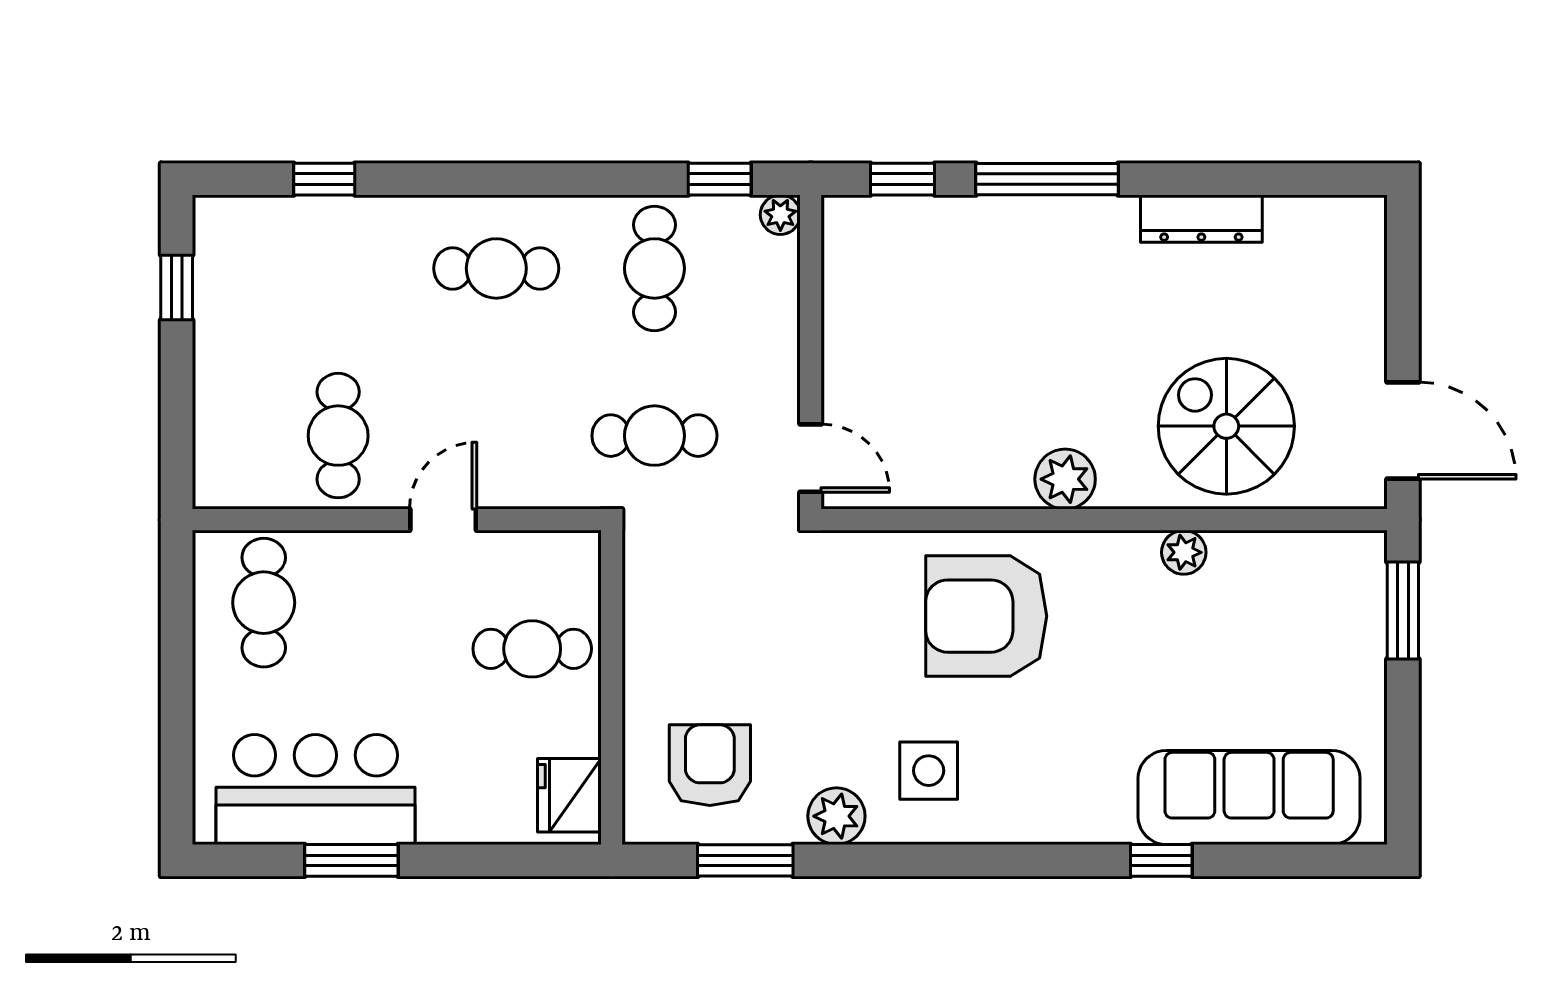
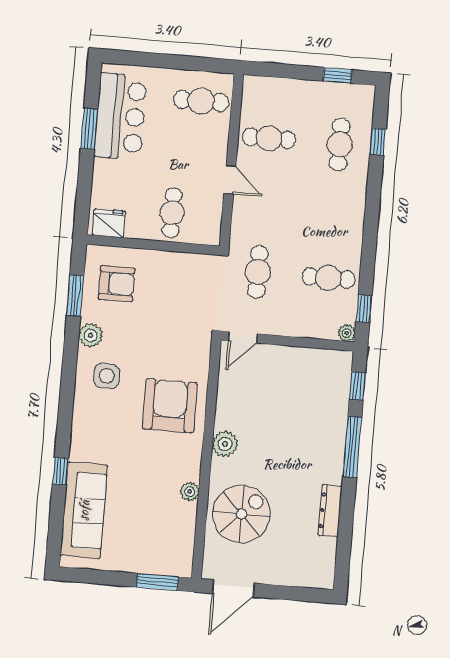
cafe table: (496, 268) -> (340, 144), moved

